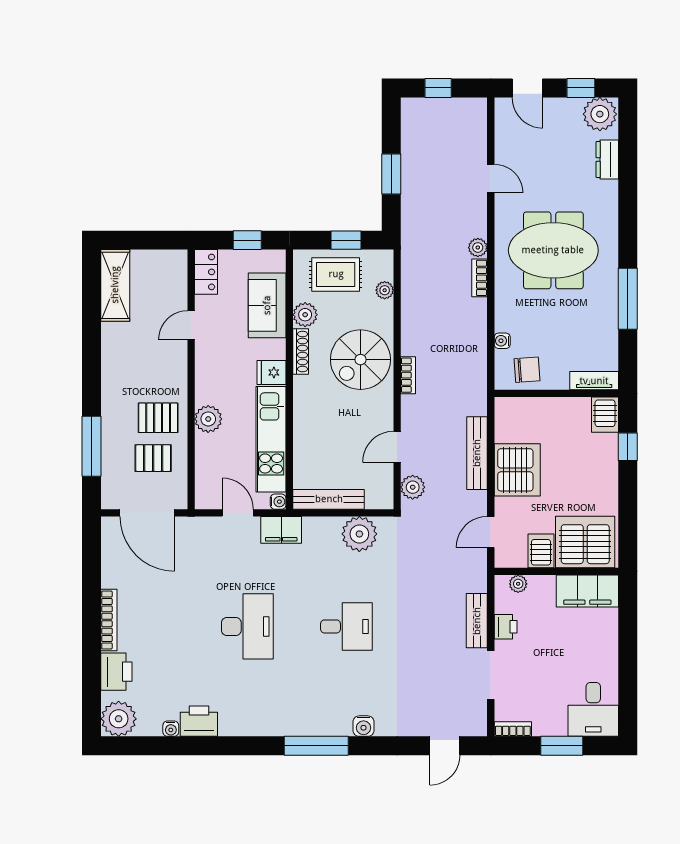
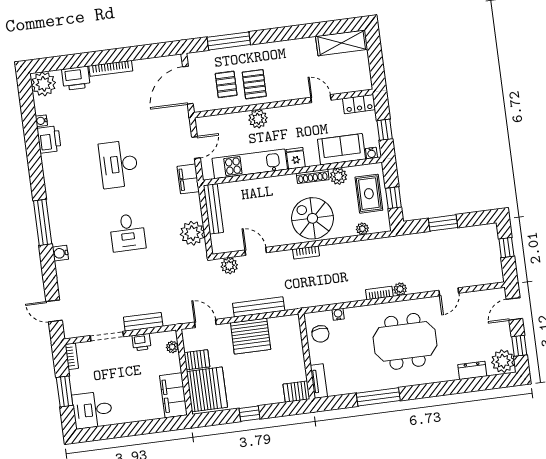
meeting table: (553, 250) -> (405, 341), turned 90
window: (628, 447) -> (249, 414), moved
water cooler: (278, 502) -> (371, 153), moved
desk: (247, 626) -> (119, 164), turned 90

